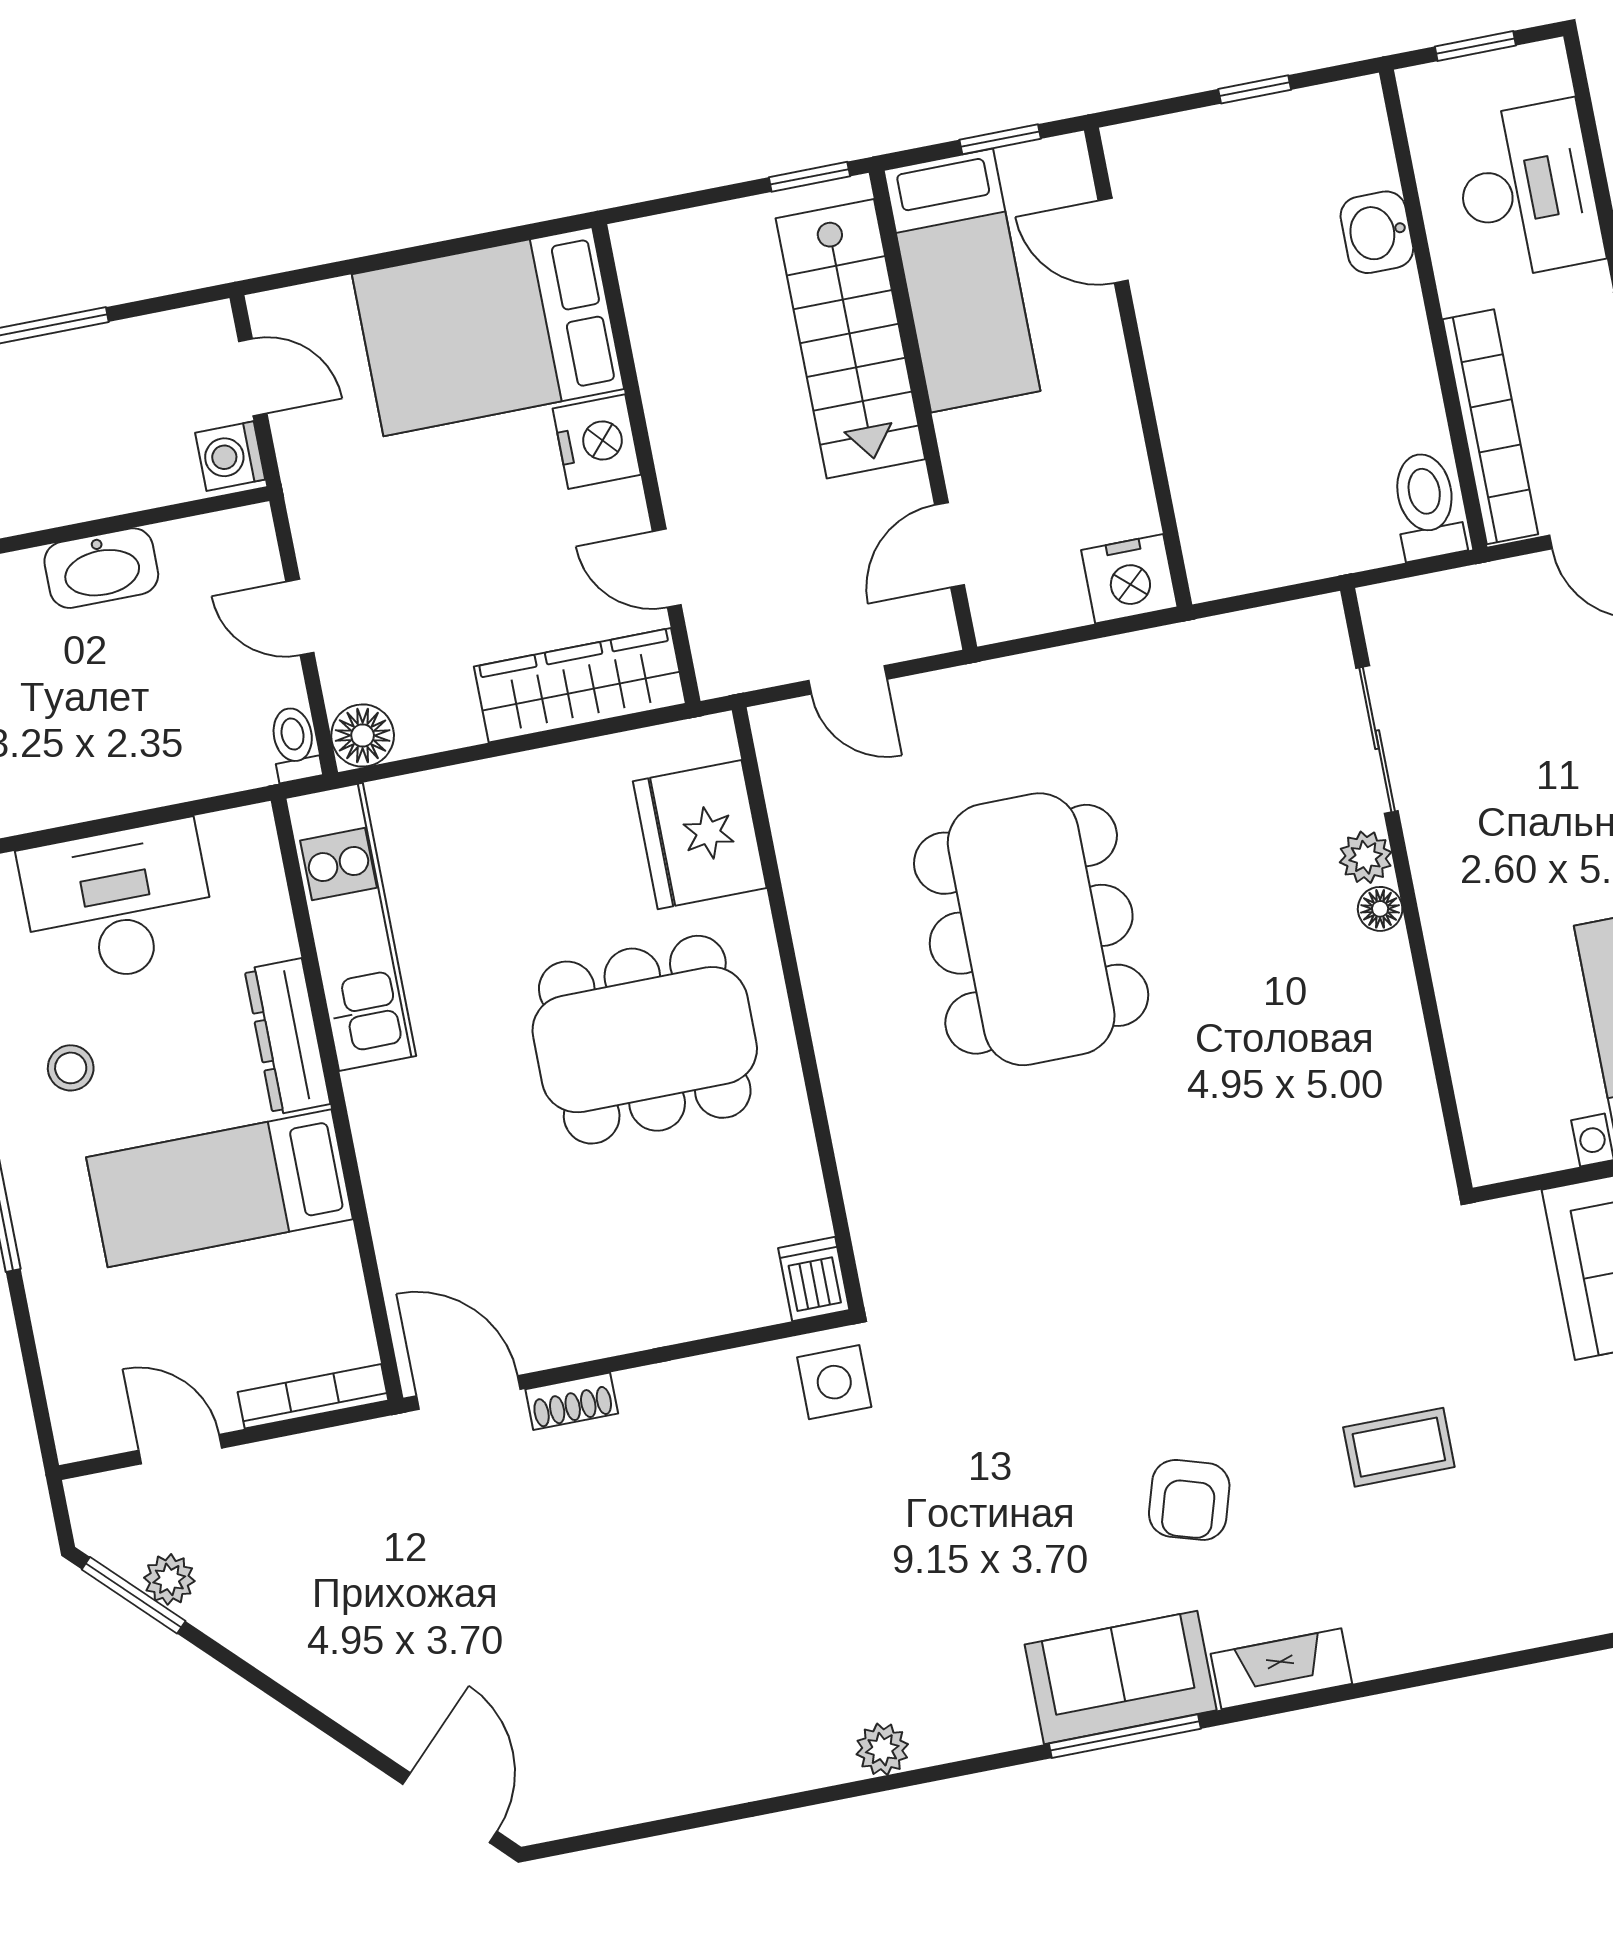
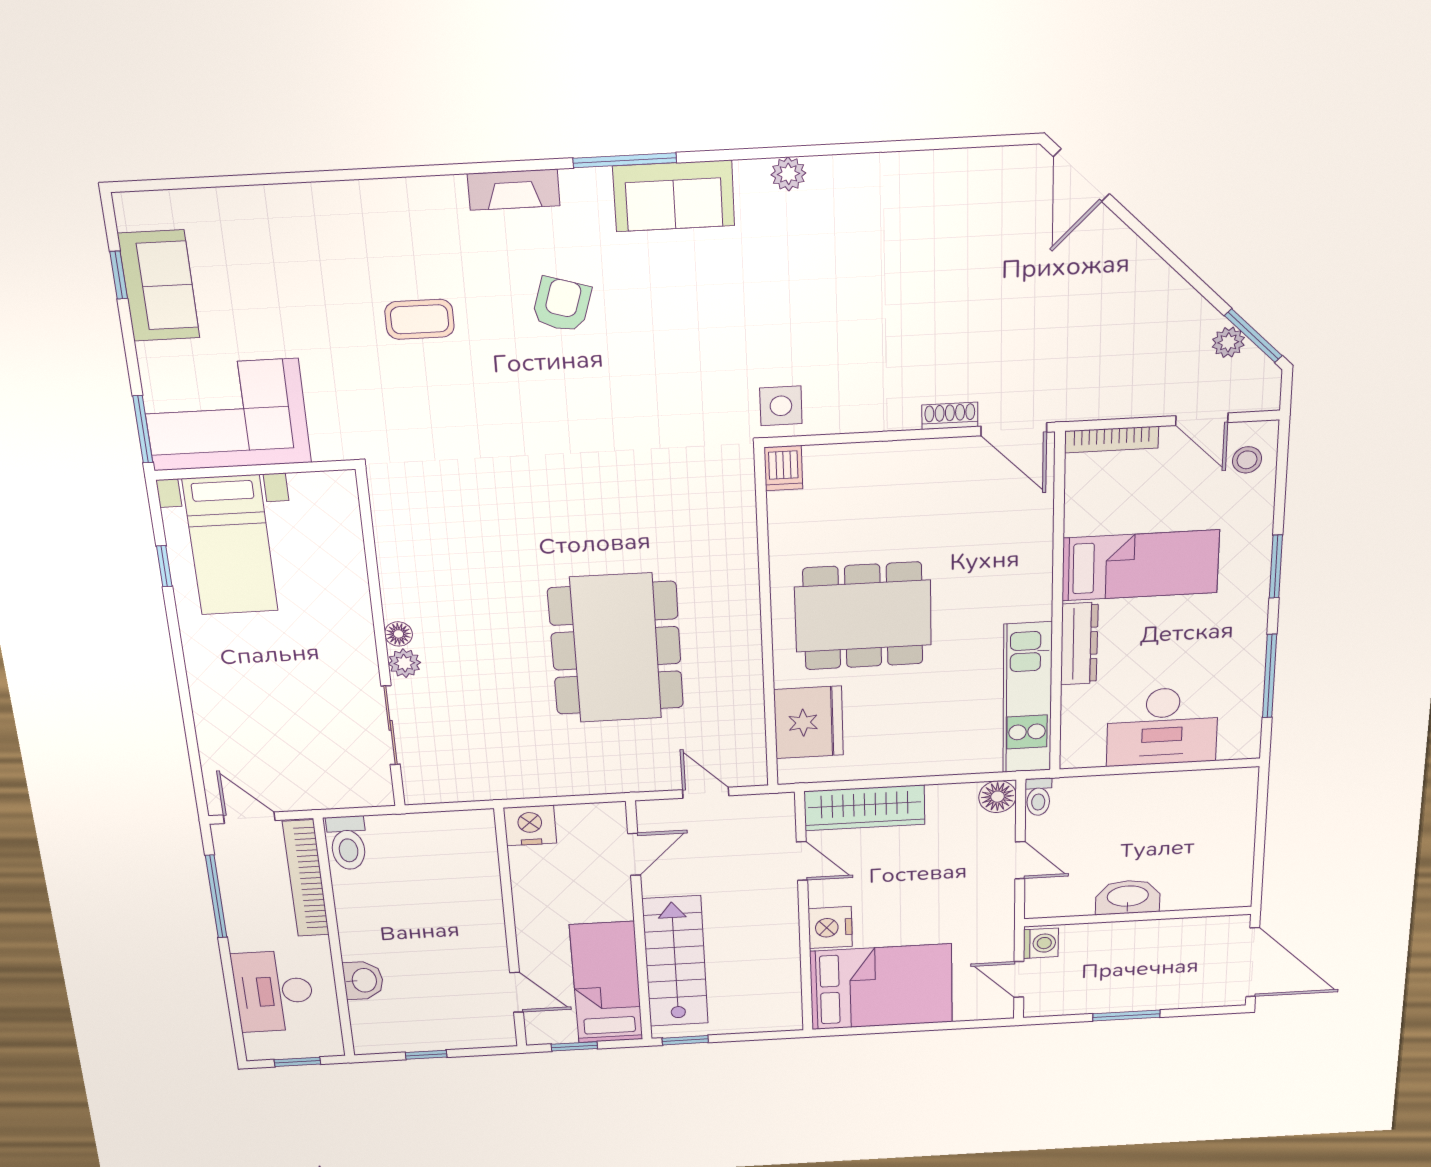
stool: (71, 1068) -> (1247, 460), moved
sofa: (1121, 1677) -> (674, 196), moved

